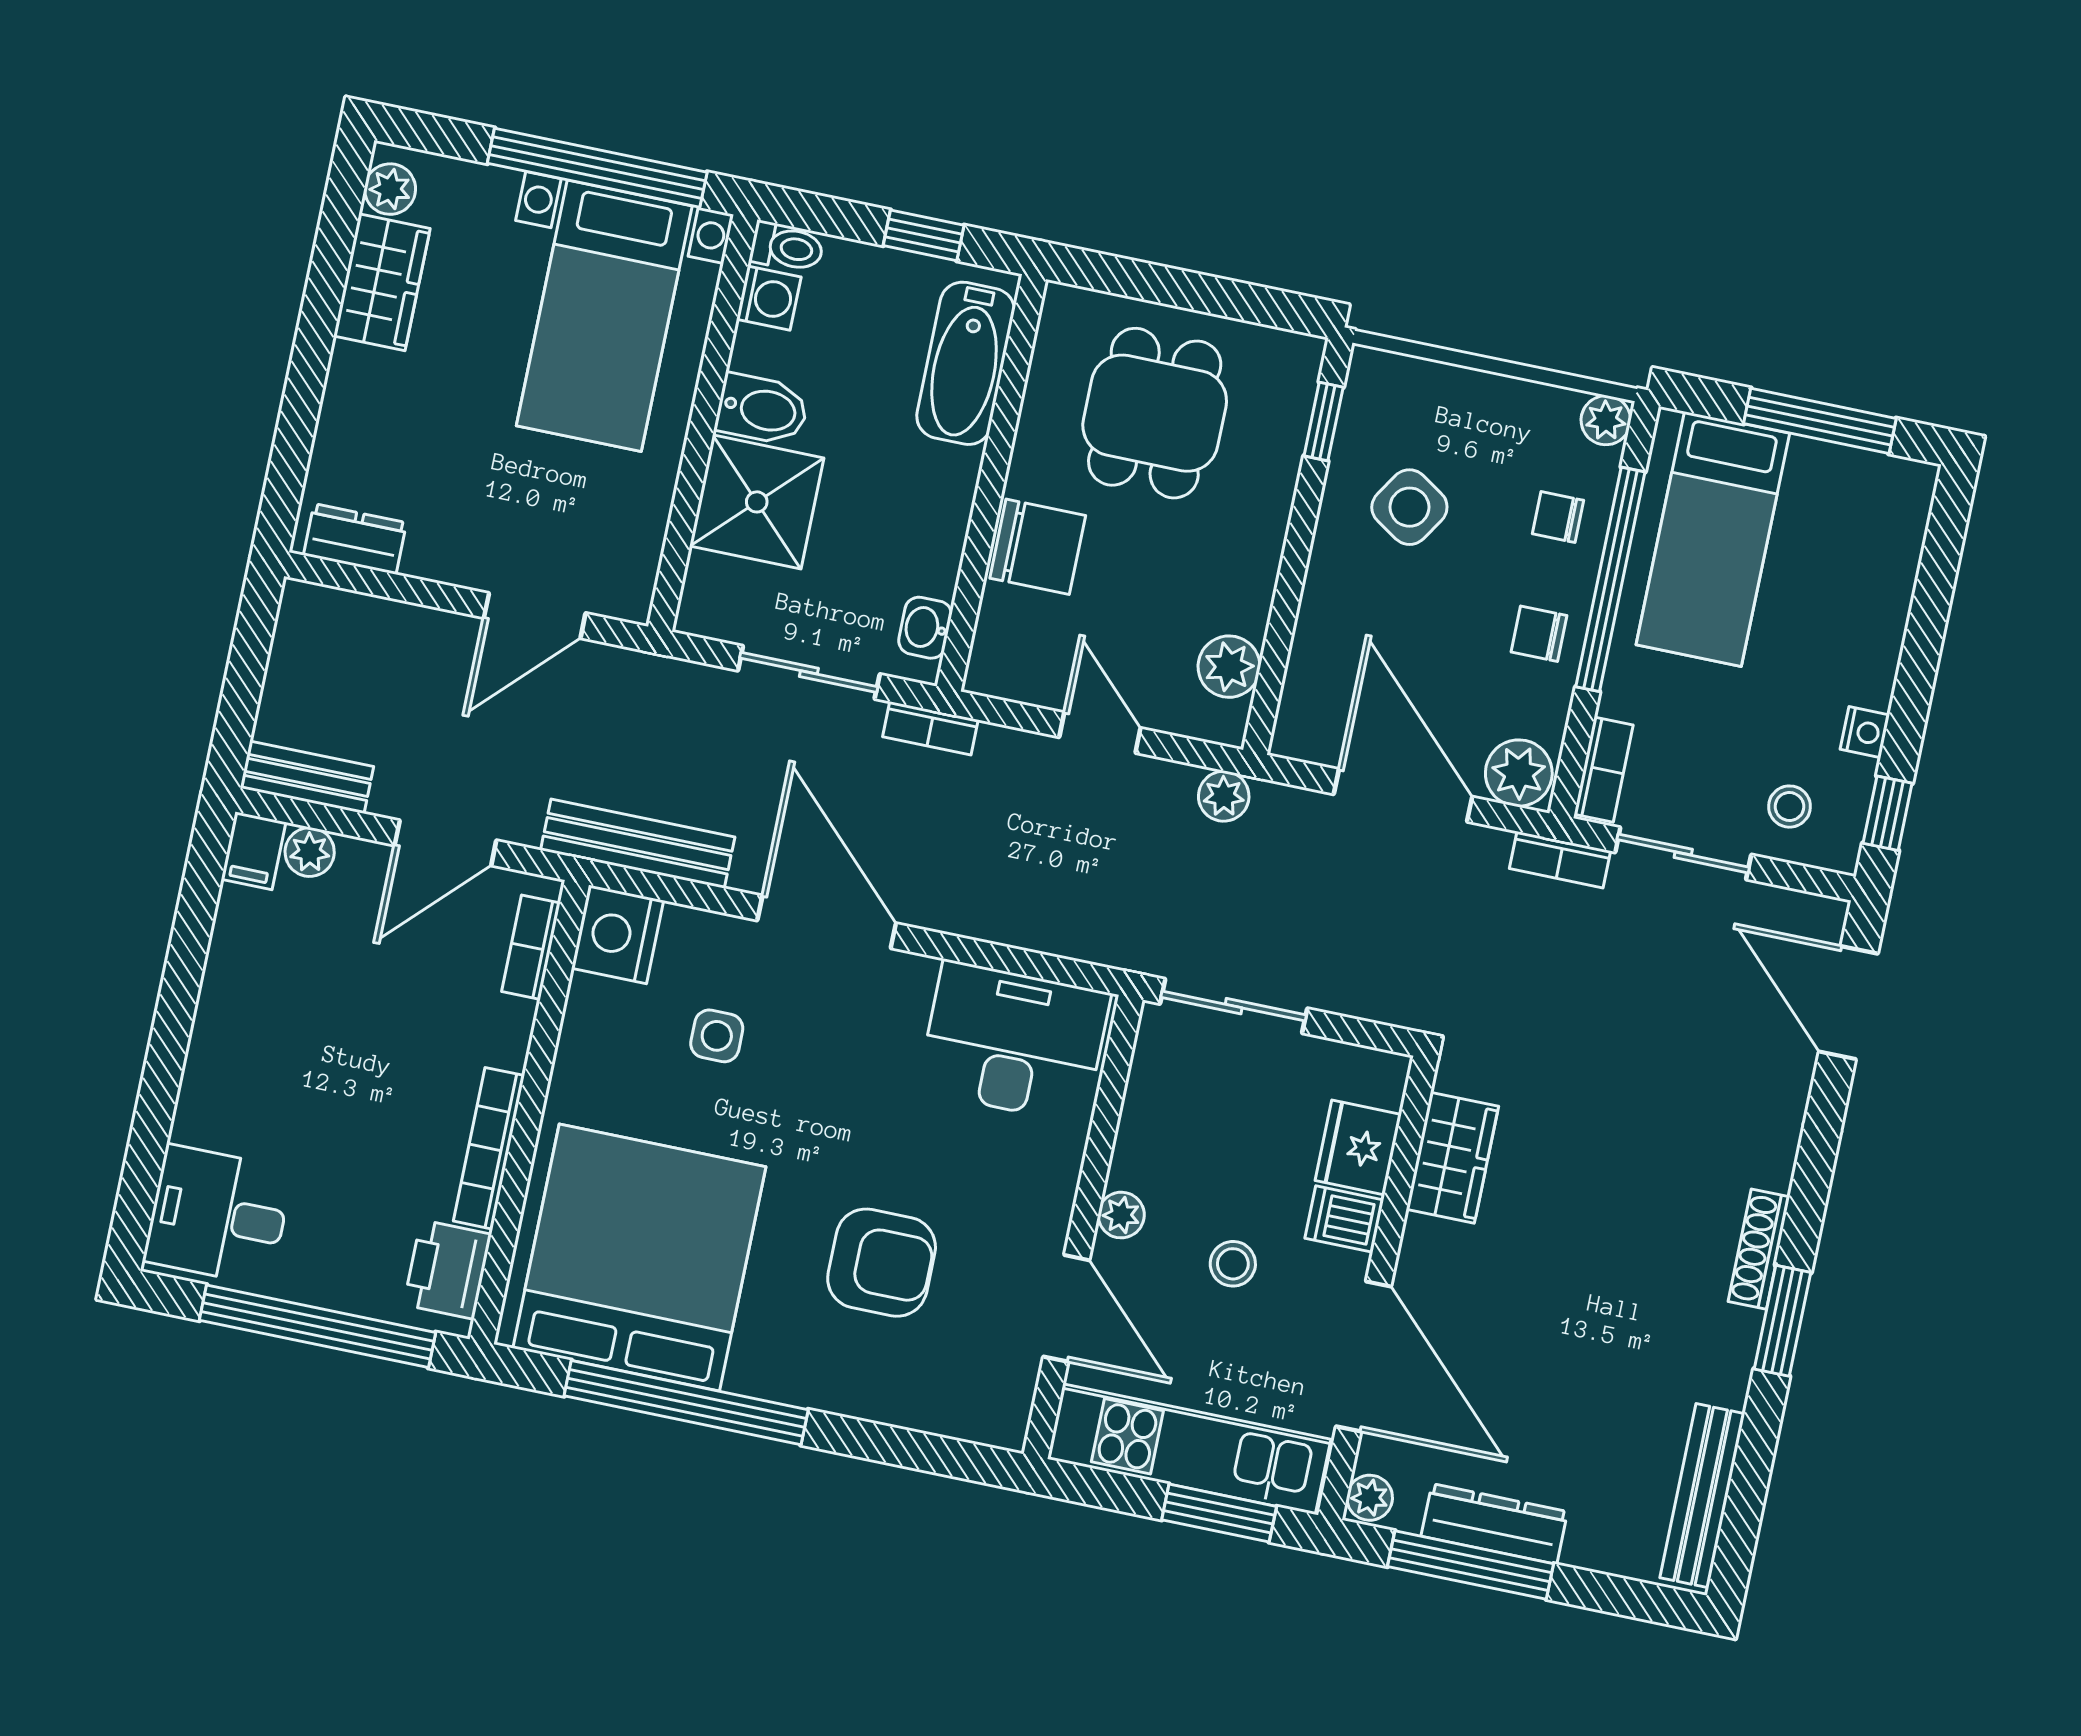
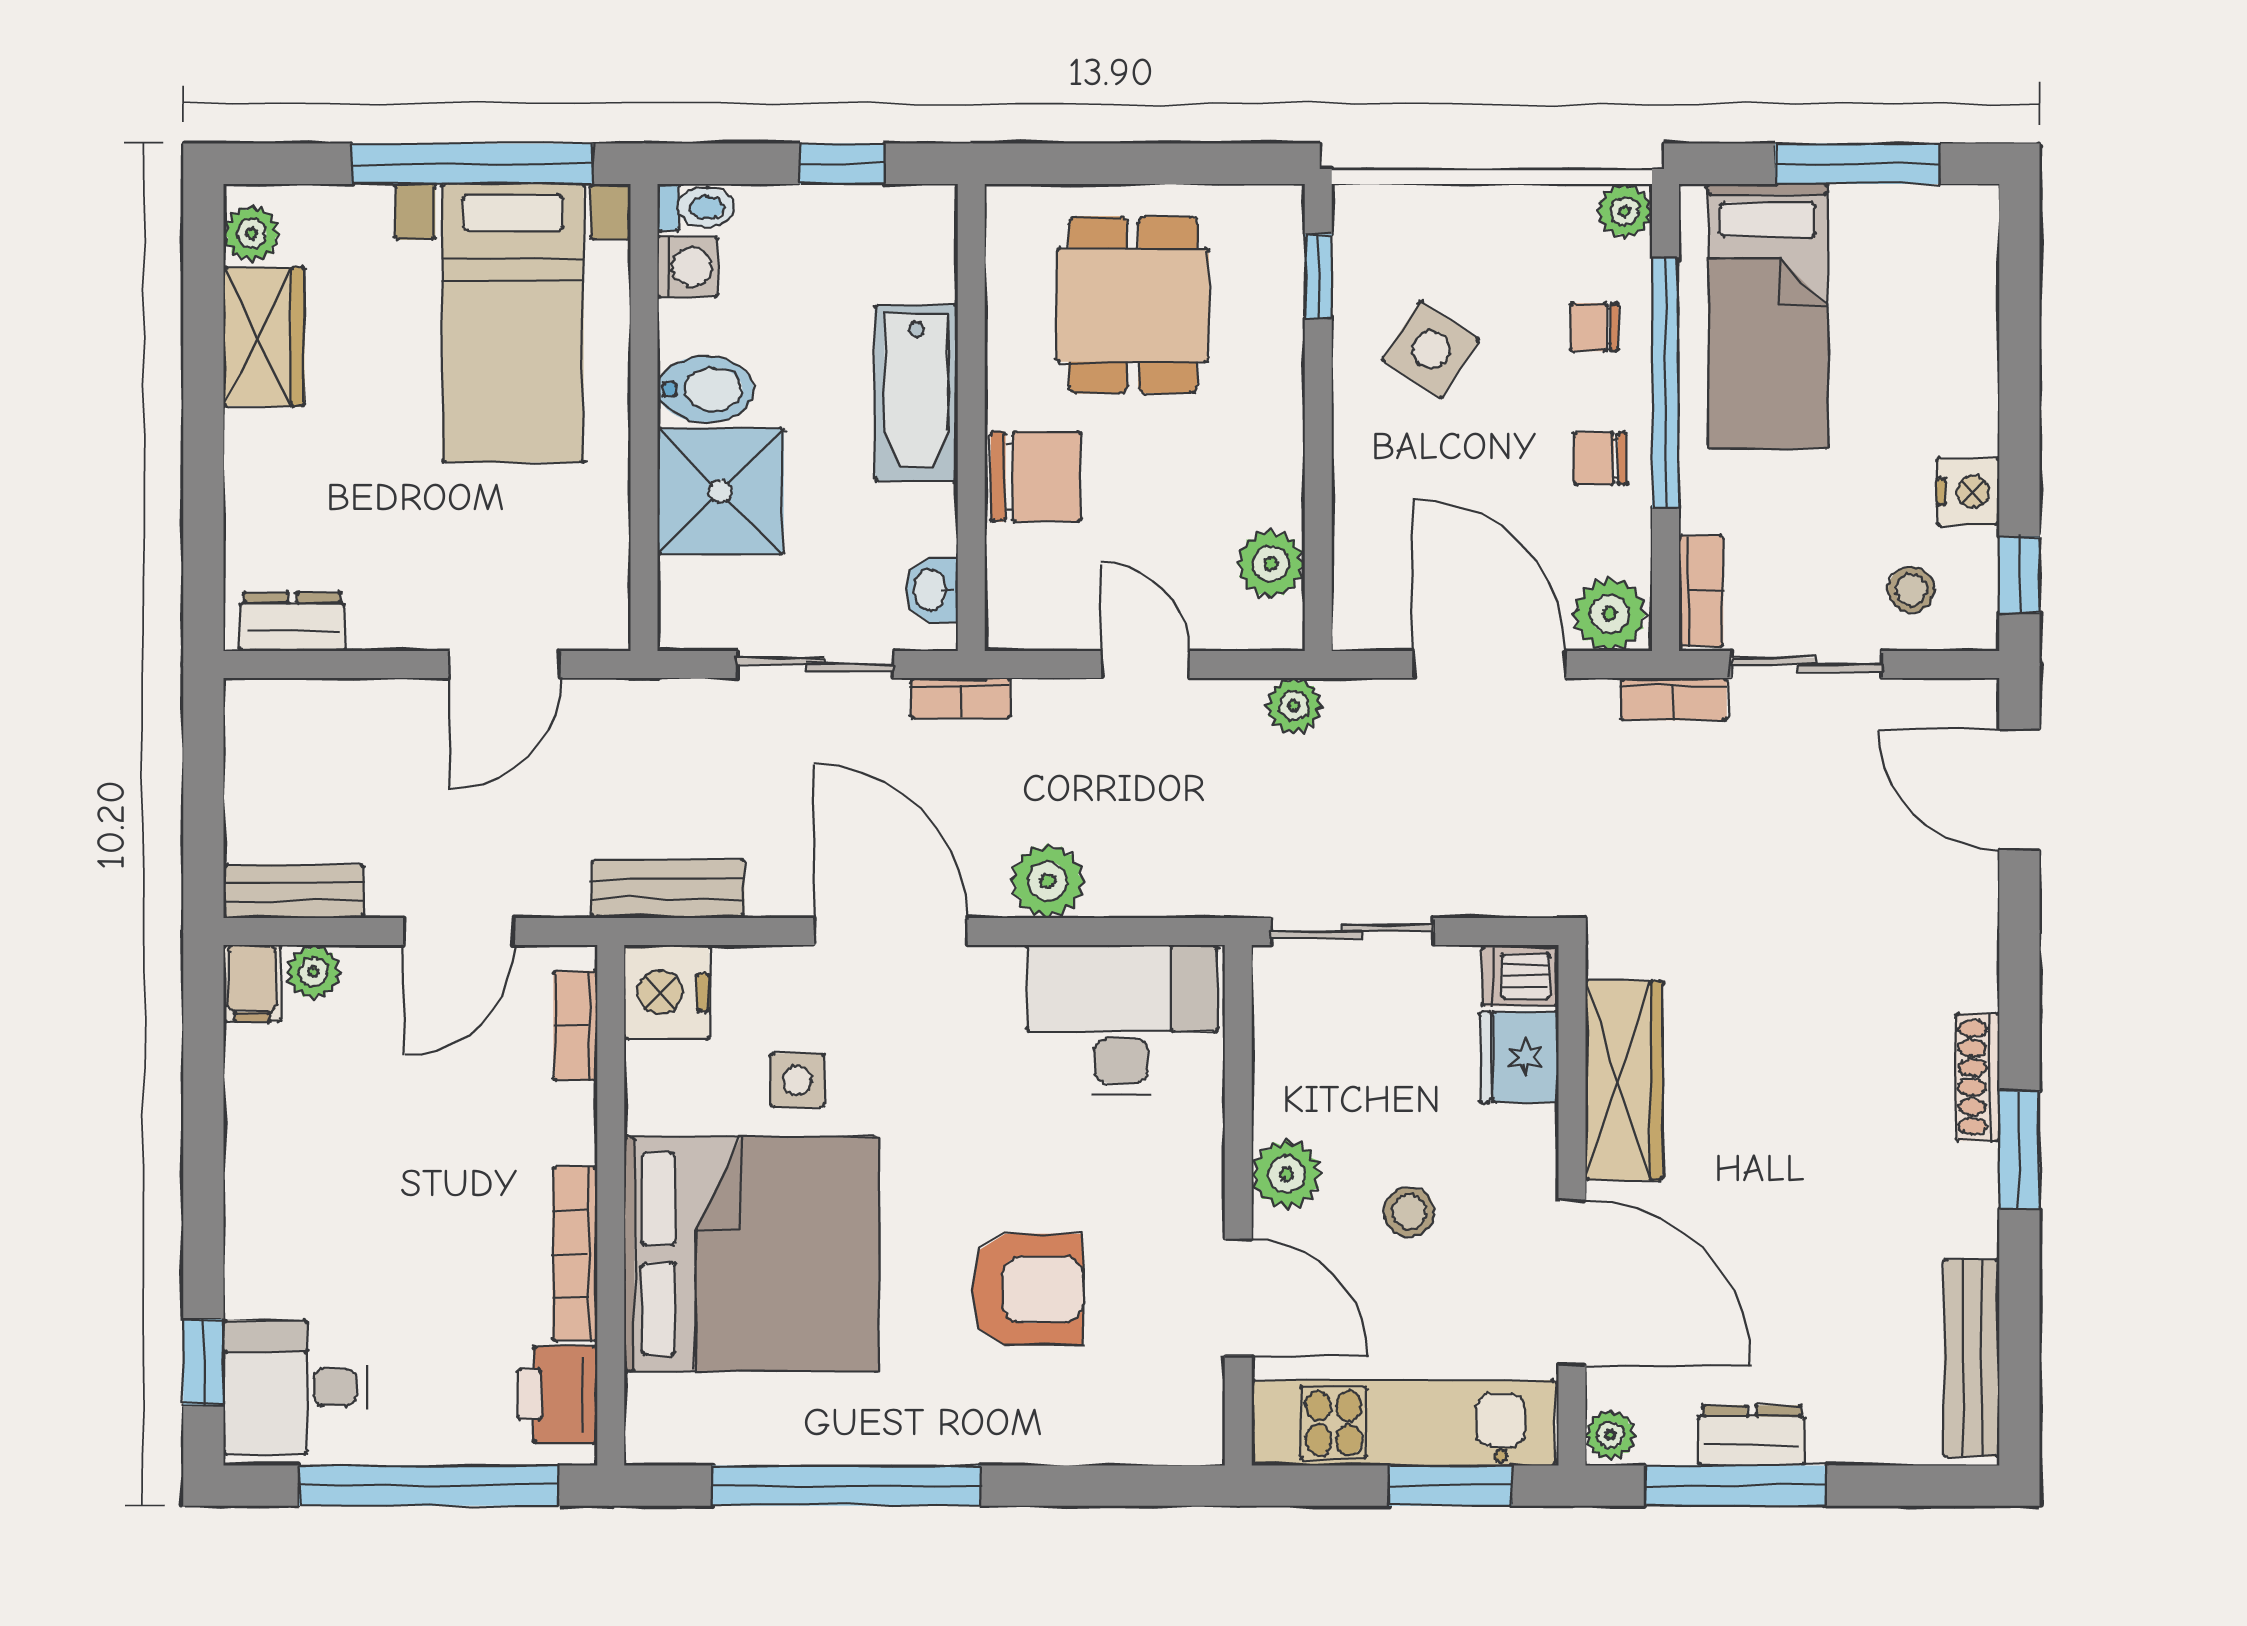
bathtub: (966, 363) -> (916, 393), moved
nightstand: (1865, 732) -> (1968, 492), width x1.39, depth x1.35
bench: (638, 844) -> (668, 889), width x0.73
plant: (974, 906) -> (1047, 881), added
wardrobe: (1452, 1158) -> (1624, 1080), width x1.50
window: (141, 1176) -> (203, 1362), added
plant: (1121, 1215) -> (1287, 1174), width x1.38, depth x1.38
dishwasher: (1344, 1219) -> (1520, 976), moved
bed: (639, 1257) -> (751, 1254), moved, turned 90
dresser: (1494, 1524) -> (1752, 1436), width x0.70

